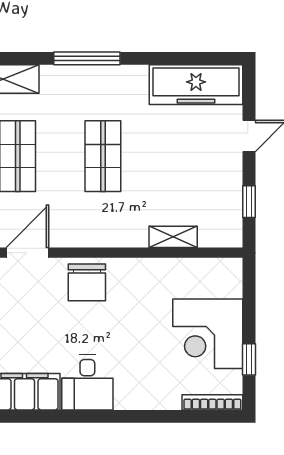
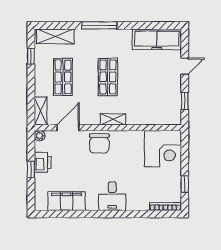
shelving: (173, 237) -> (113, 119), moved
corner desk: (208, 334) -> (163, 149), moved, turned -90
desk: (87, 382) -> (112, 196), moved

